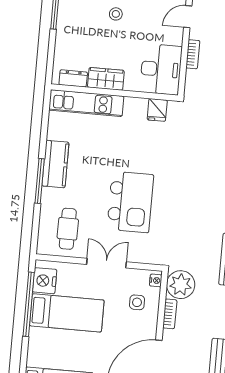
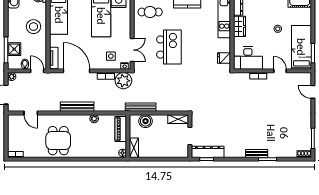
kitchen island: (130, 202) -> (169, 47), turned -90
double door: (106, 263) -> (132, 50), moved

